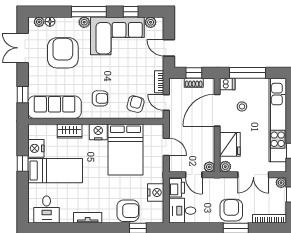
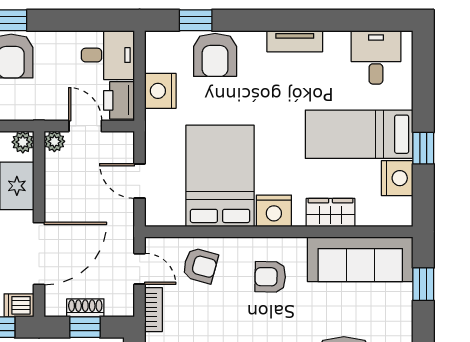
armchair: (136, 104) -> (200, 266), turned -90
armchair: (128, 211) -> (215, 55), turned -90

